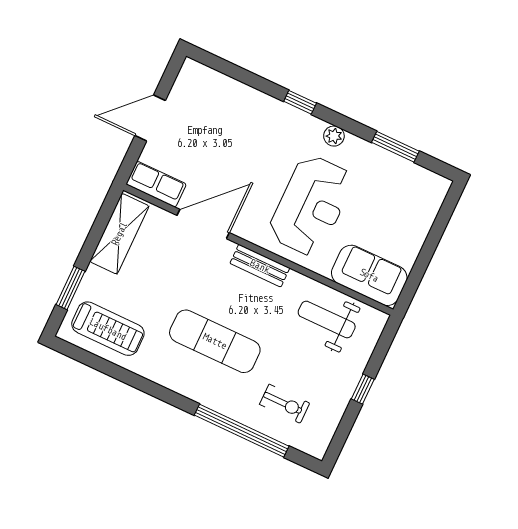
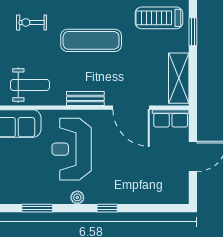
door: (203, 224) -> (131, 108), hinge flipped

